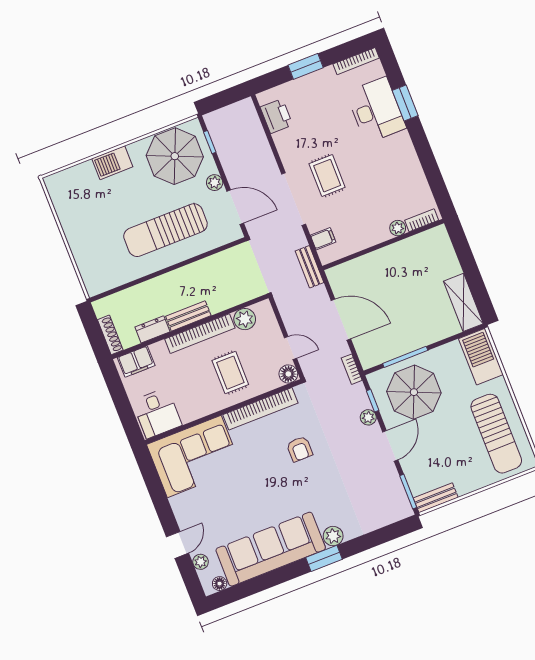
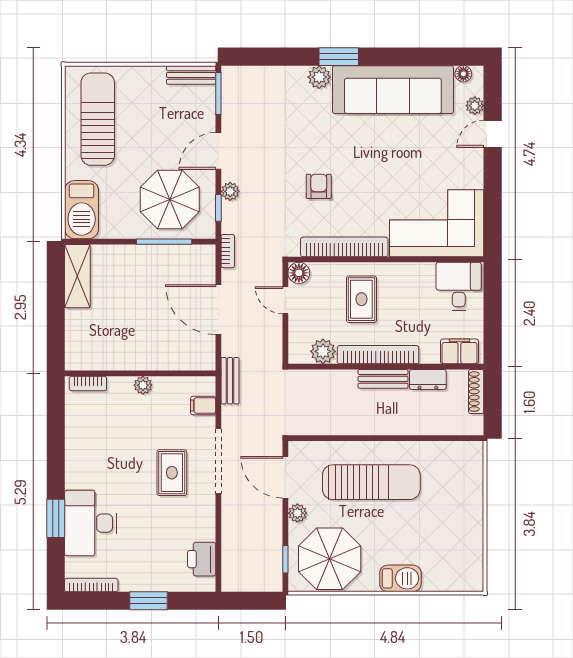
plant: (398, 228) -> (143, 385), moved

